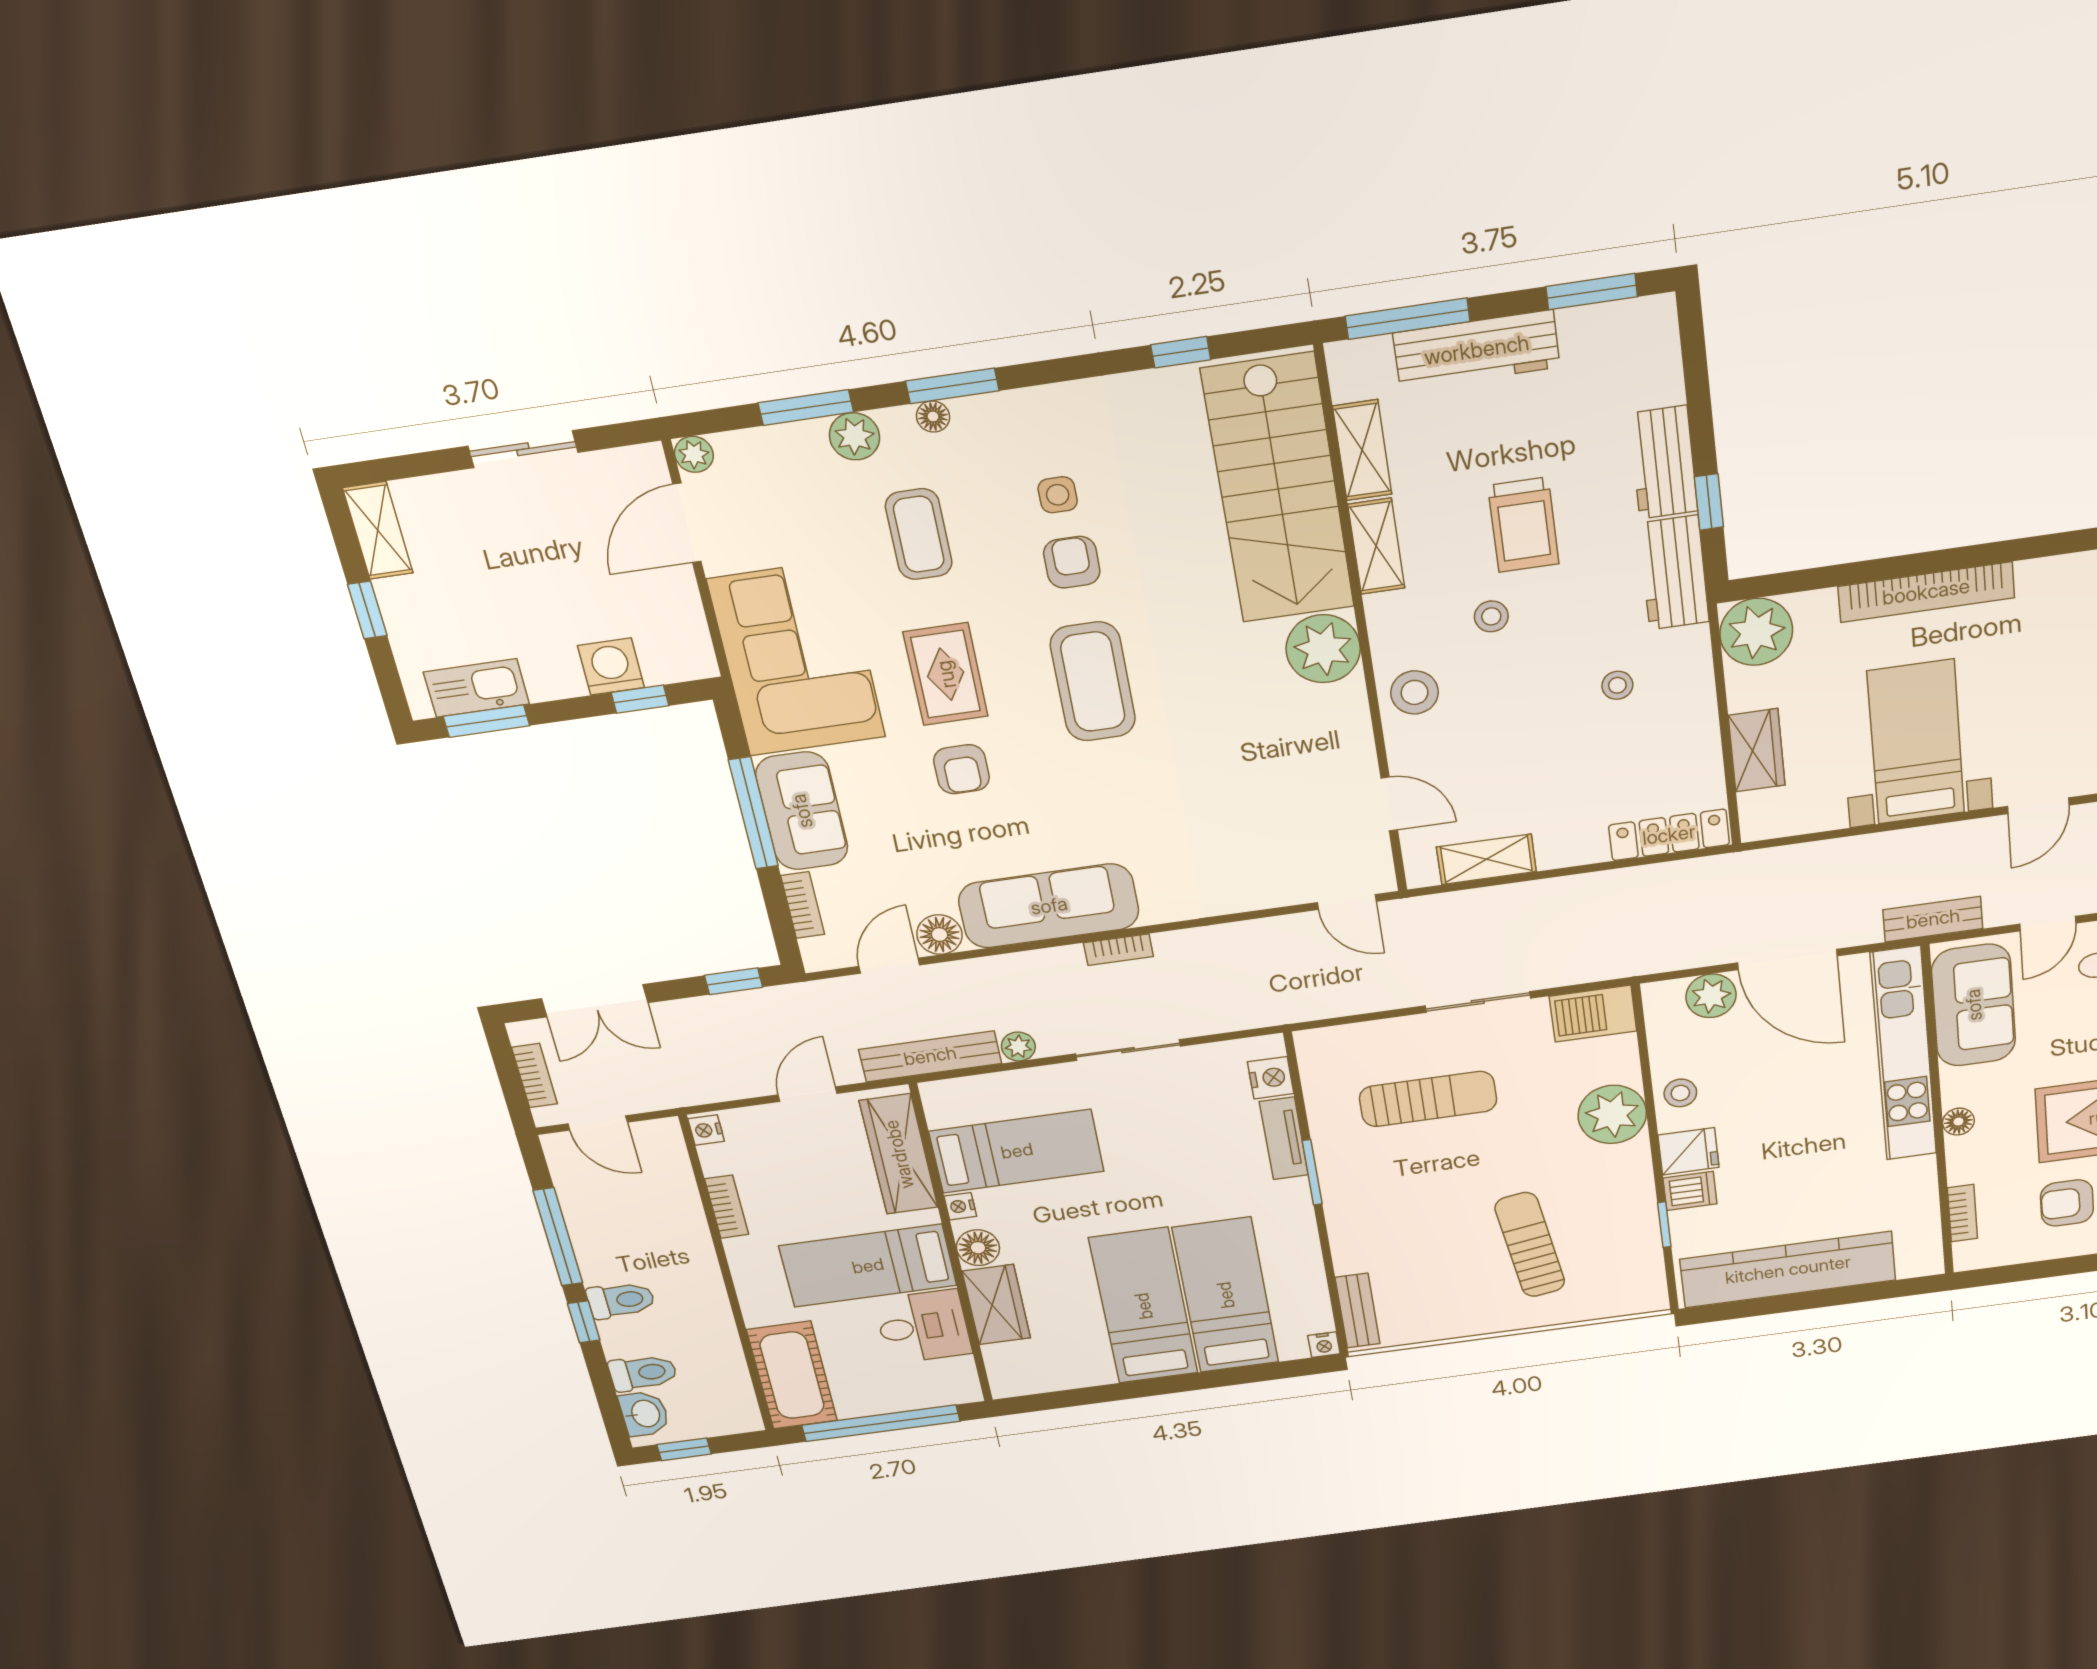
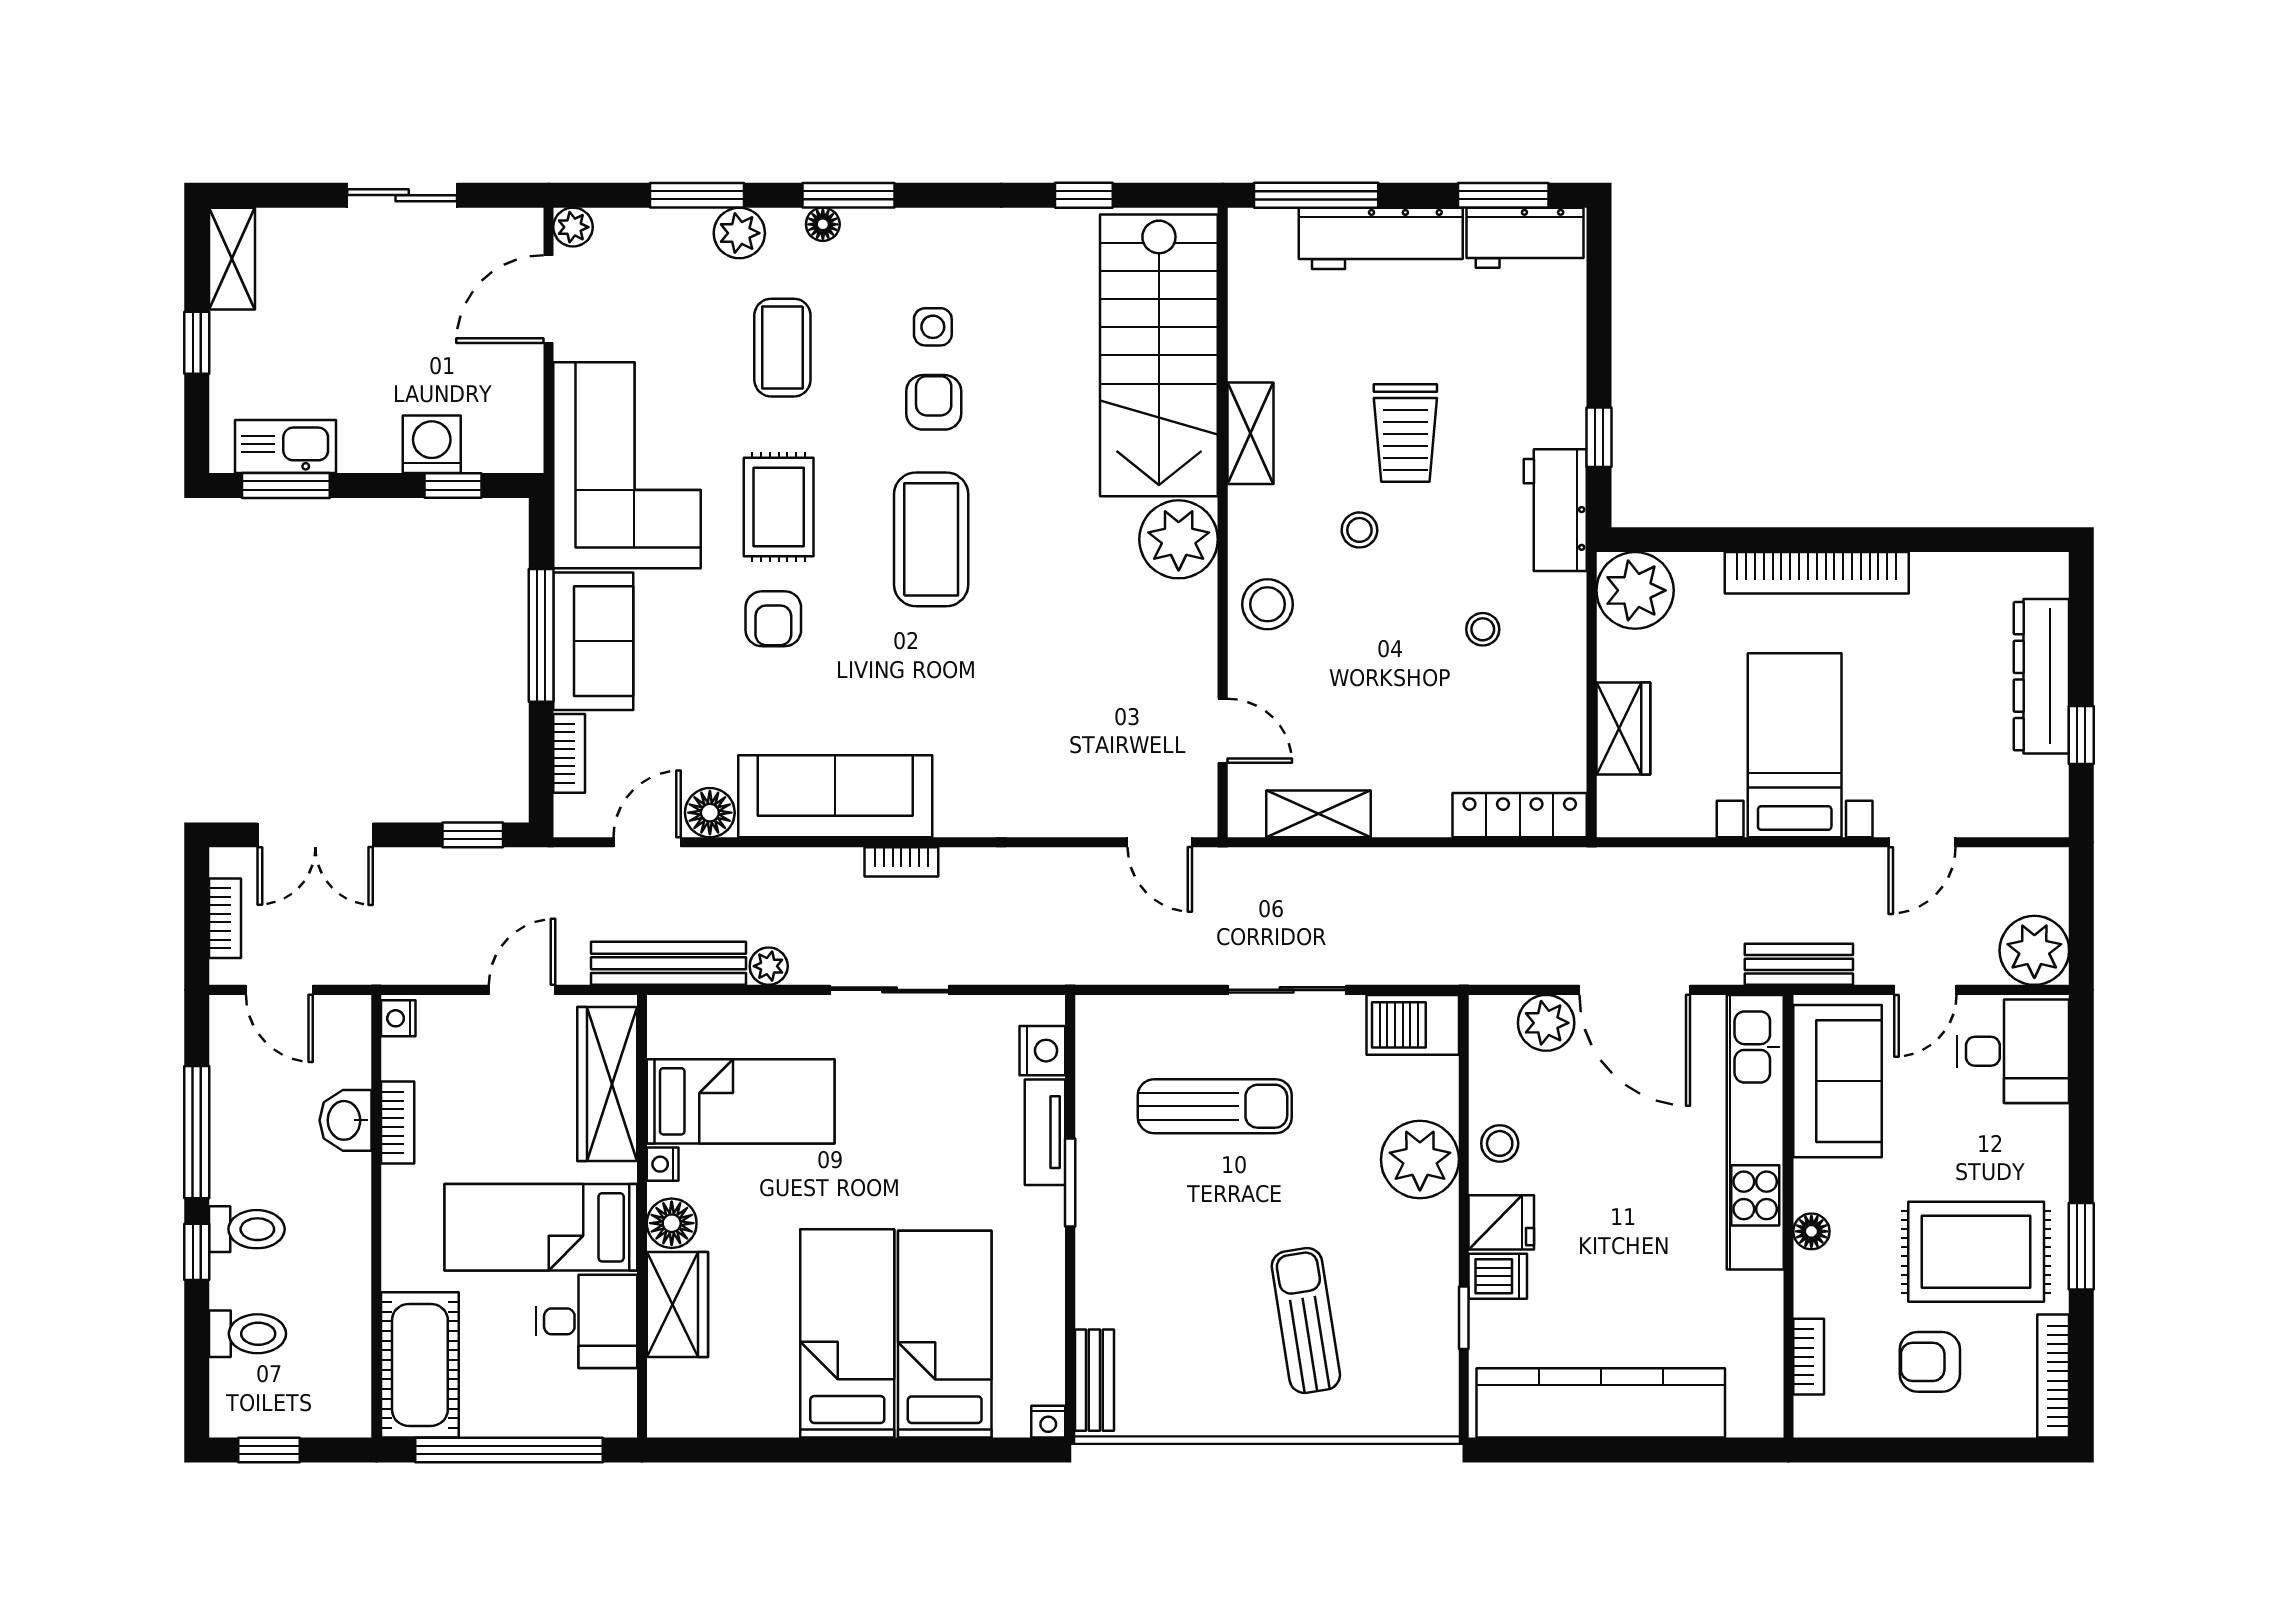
shelving: (1362, 450) -> (1251, 327), removed
workbench: (1663, 462) -> (1525, 238), moved, turned -90
washbasin: (644, 1414) -> (346, 1120), moved, turned 180

